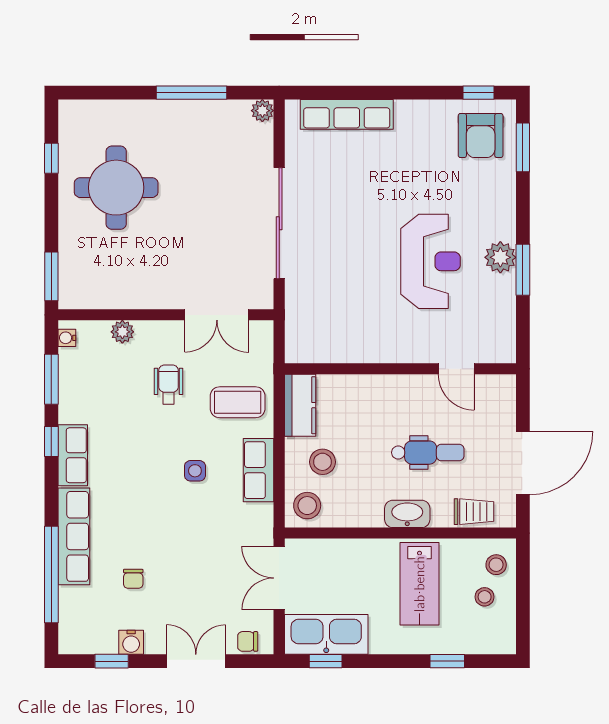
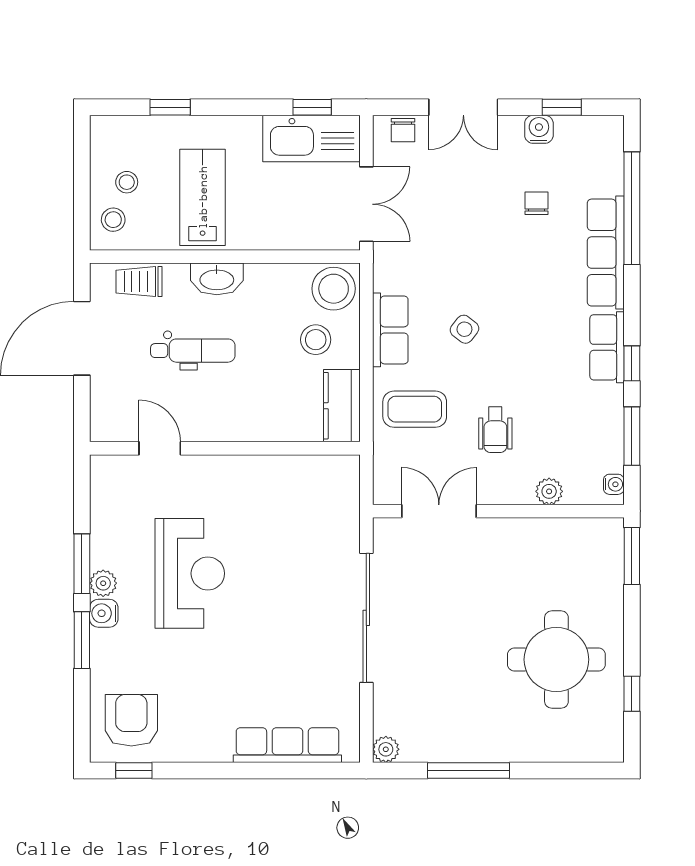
window: (523, 147) -> (82, 640), moved
water cooler: (504, 227) -> (104, 613), added
plant: (500, 257) -> (103, 583), width x0.73, depth x0.73
reception desk: (430, 261) -> (190, 573), turned 180
dental chair: (428, 453) -> (193, 351), turned 180
side table: (195, 471) -> (464, 329), turned 38
stool: (307, 506) -> (334, 289), width x1.38, depth x1.38
chair: (248, 641) -> (403, 130), turned 90

